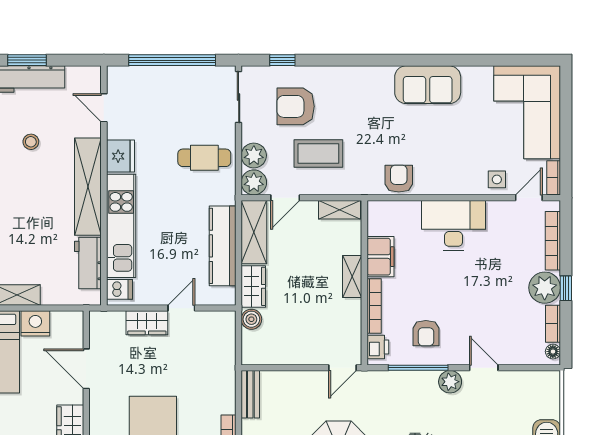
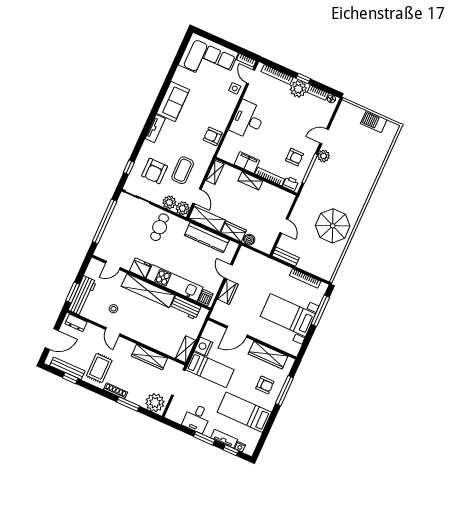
tv unit: (368, 75) -> (155, 129), added
door: (343, 368) -> (284, 226), moved

